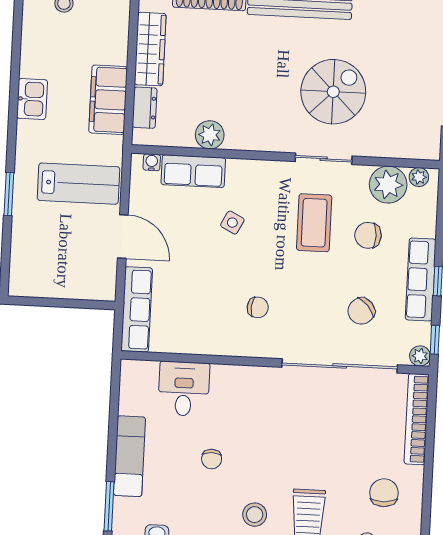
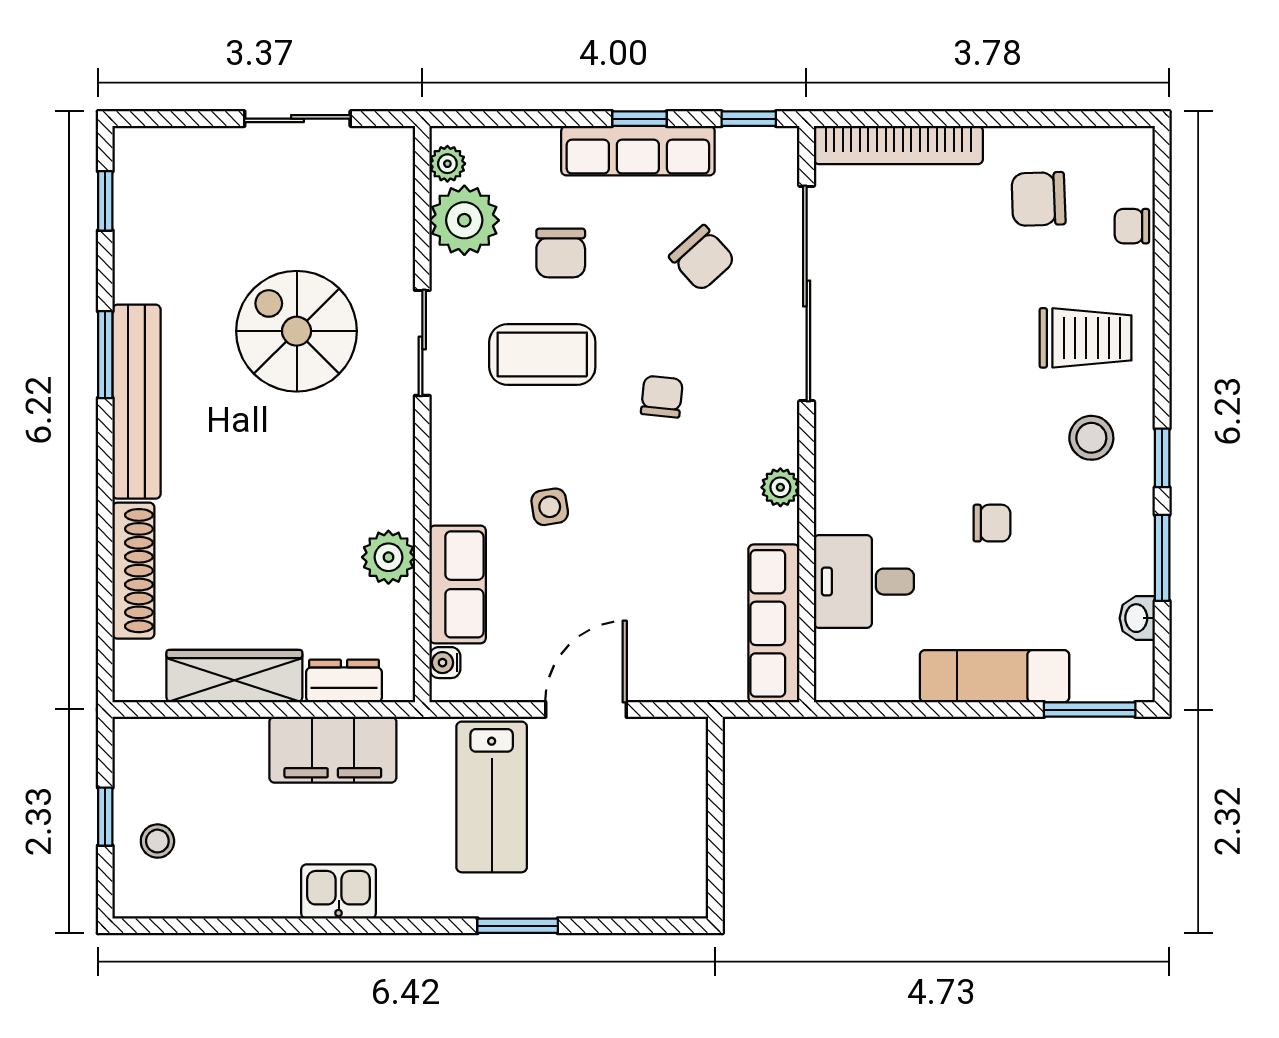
lab bench: (79, 184) -> (492, 797), turned 180
side table: (232, 223) -> (550, 507), turned -36
chair: (258, 307) -> (662, 397), moved
row of seats: (137, 309) -> (774, 623), moved, turned -90
plant: (420, 356) -> (780, 487), moved

